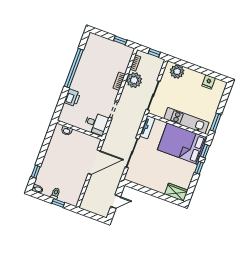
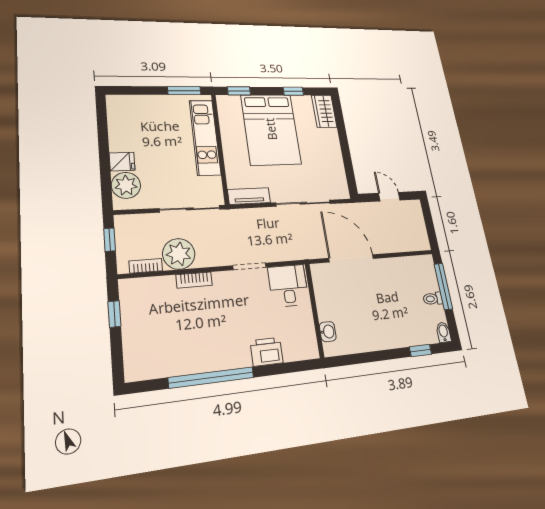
fridge: (209, 82) -> (122, 162), moved
bed: (182, 144) -> (271, 129), moved
window: (199, 168) -> (293, 91), moved
window: (58, 203) -> (443, 286), width x2.17

